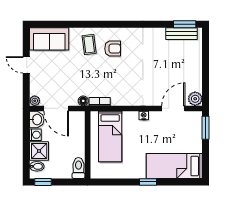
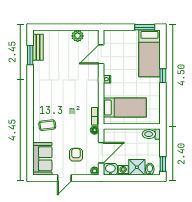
window: (185, 24) -> (30, 55), moved
armchair: (113, 49) -> (76, 155), moved
plant: (195, 99) -> (78, 36), moved
door: (173, 108) -> (101, 54), hinge flipped
window: (206, 128) -> (145, 27), moved

